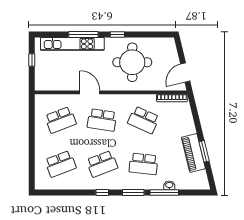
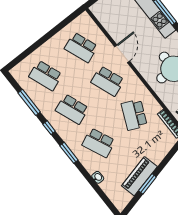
school desk: (102, 120) -> (108, 81), turned -30
school desk: (143, 164) -> (99, 143), turned -30
window: (164, 192) -> (29, 102), moved

